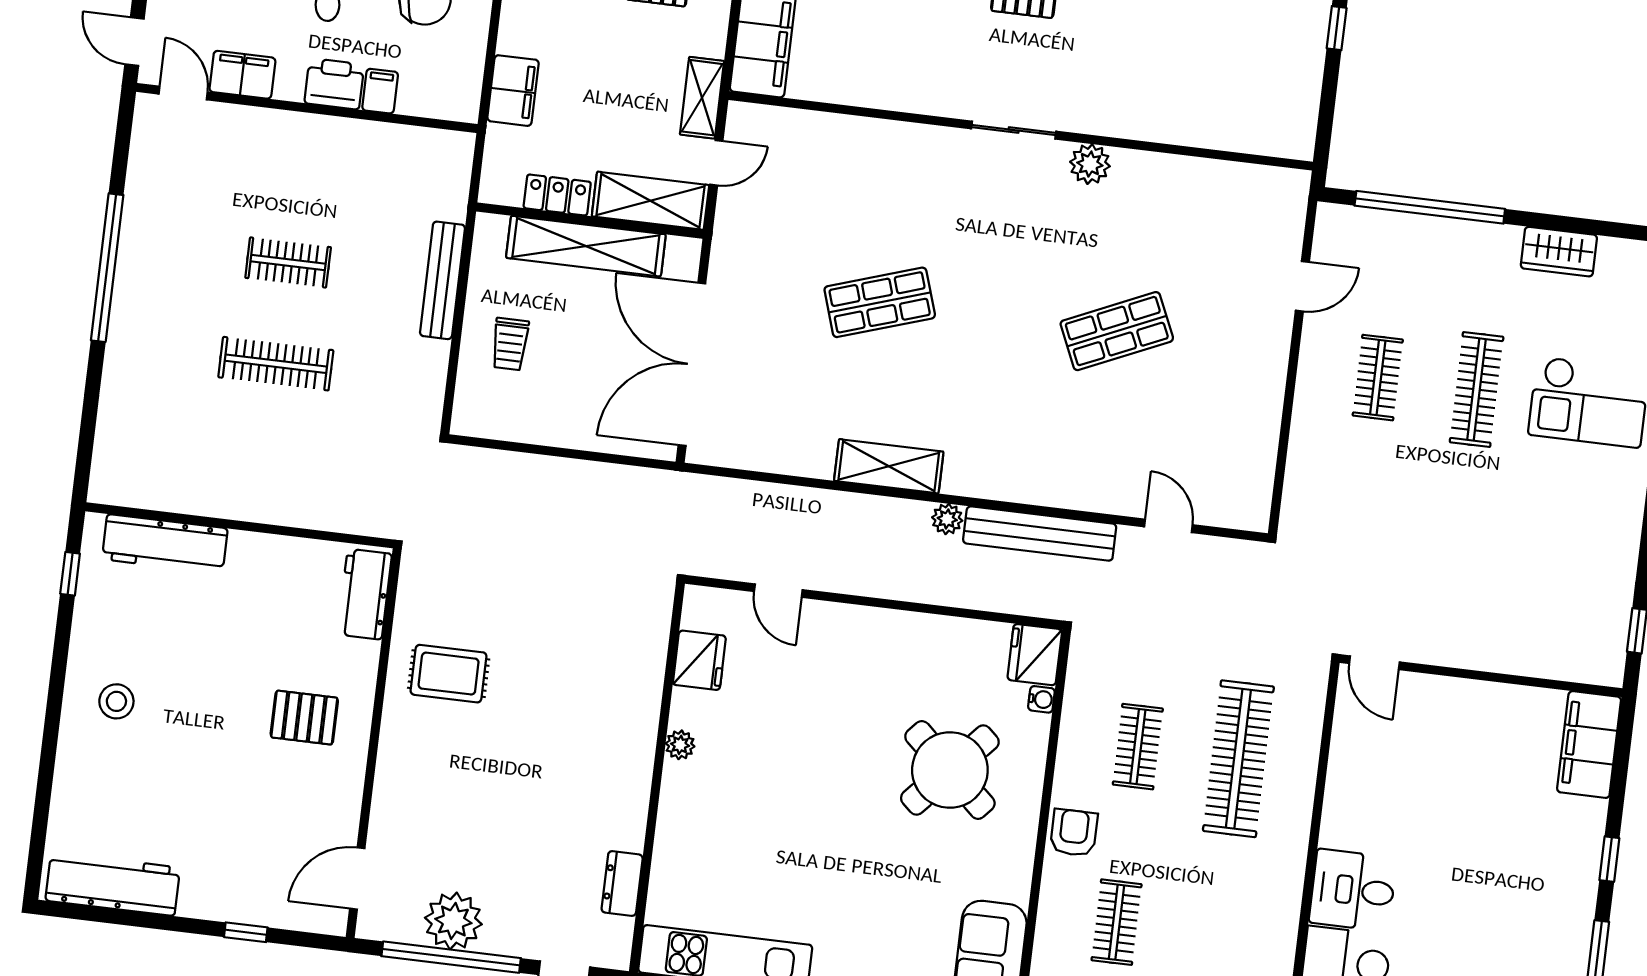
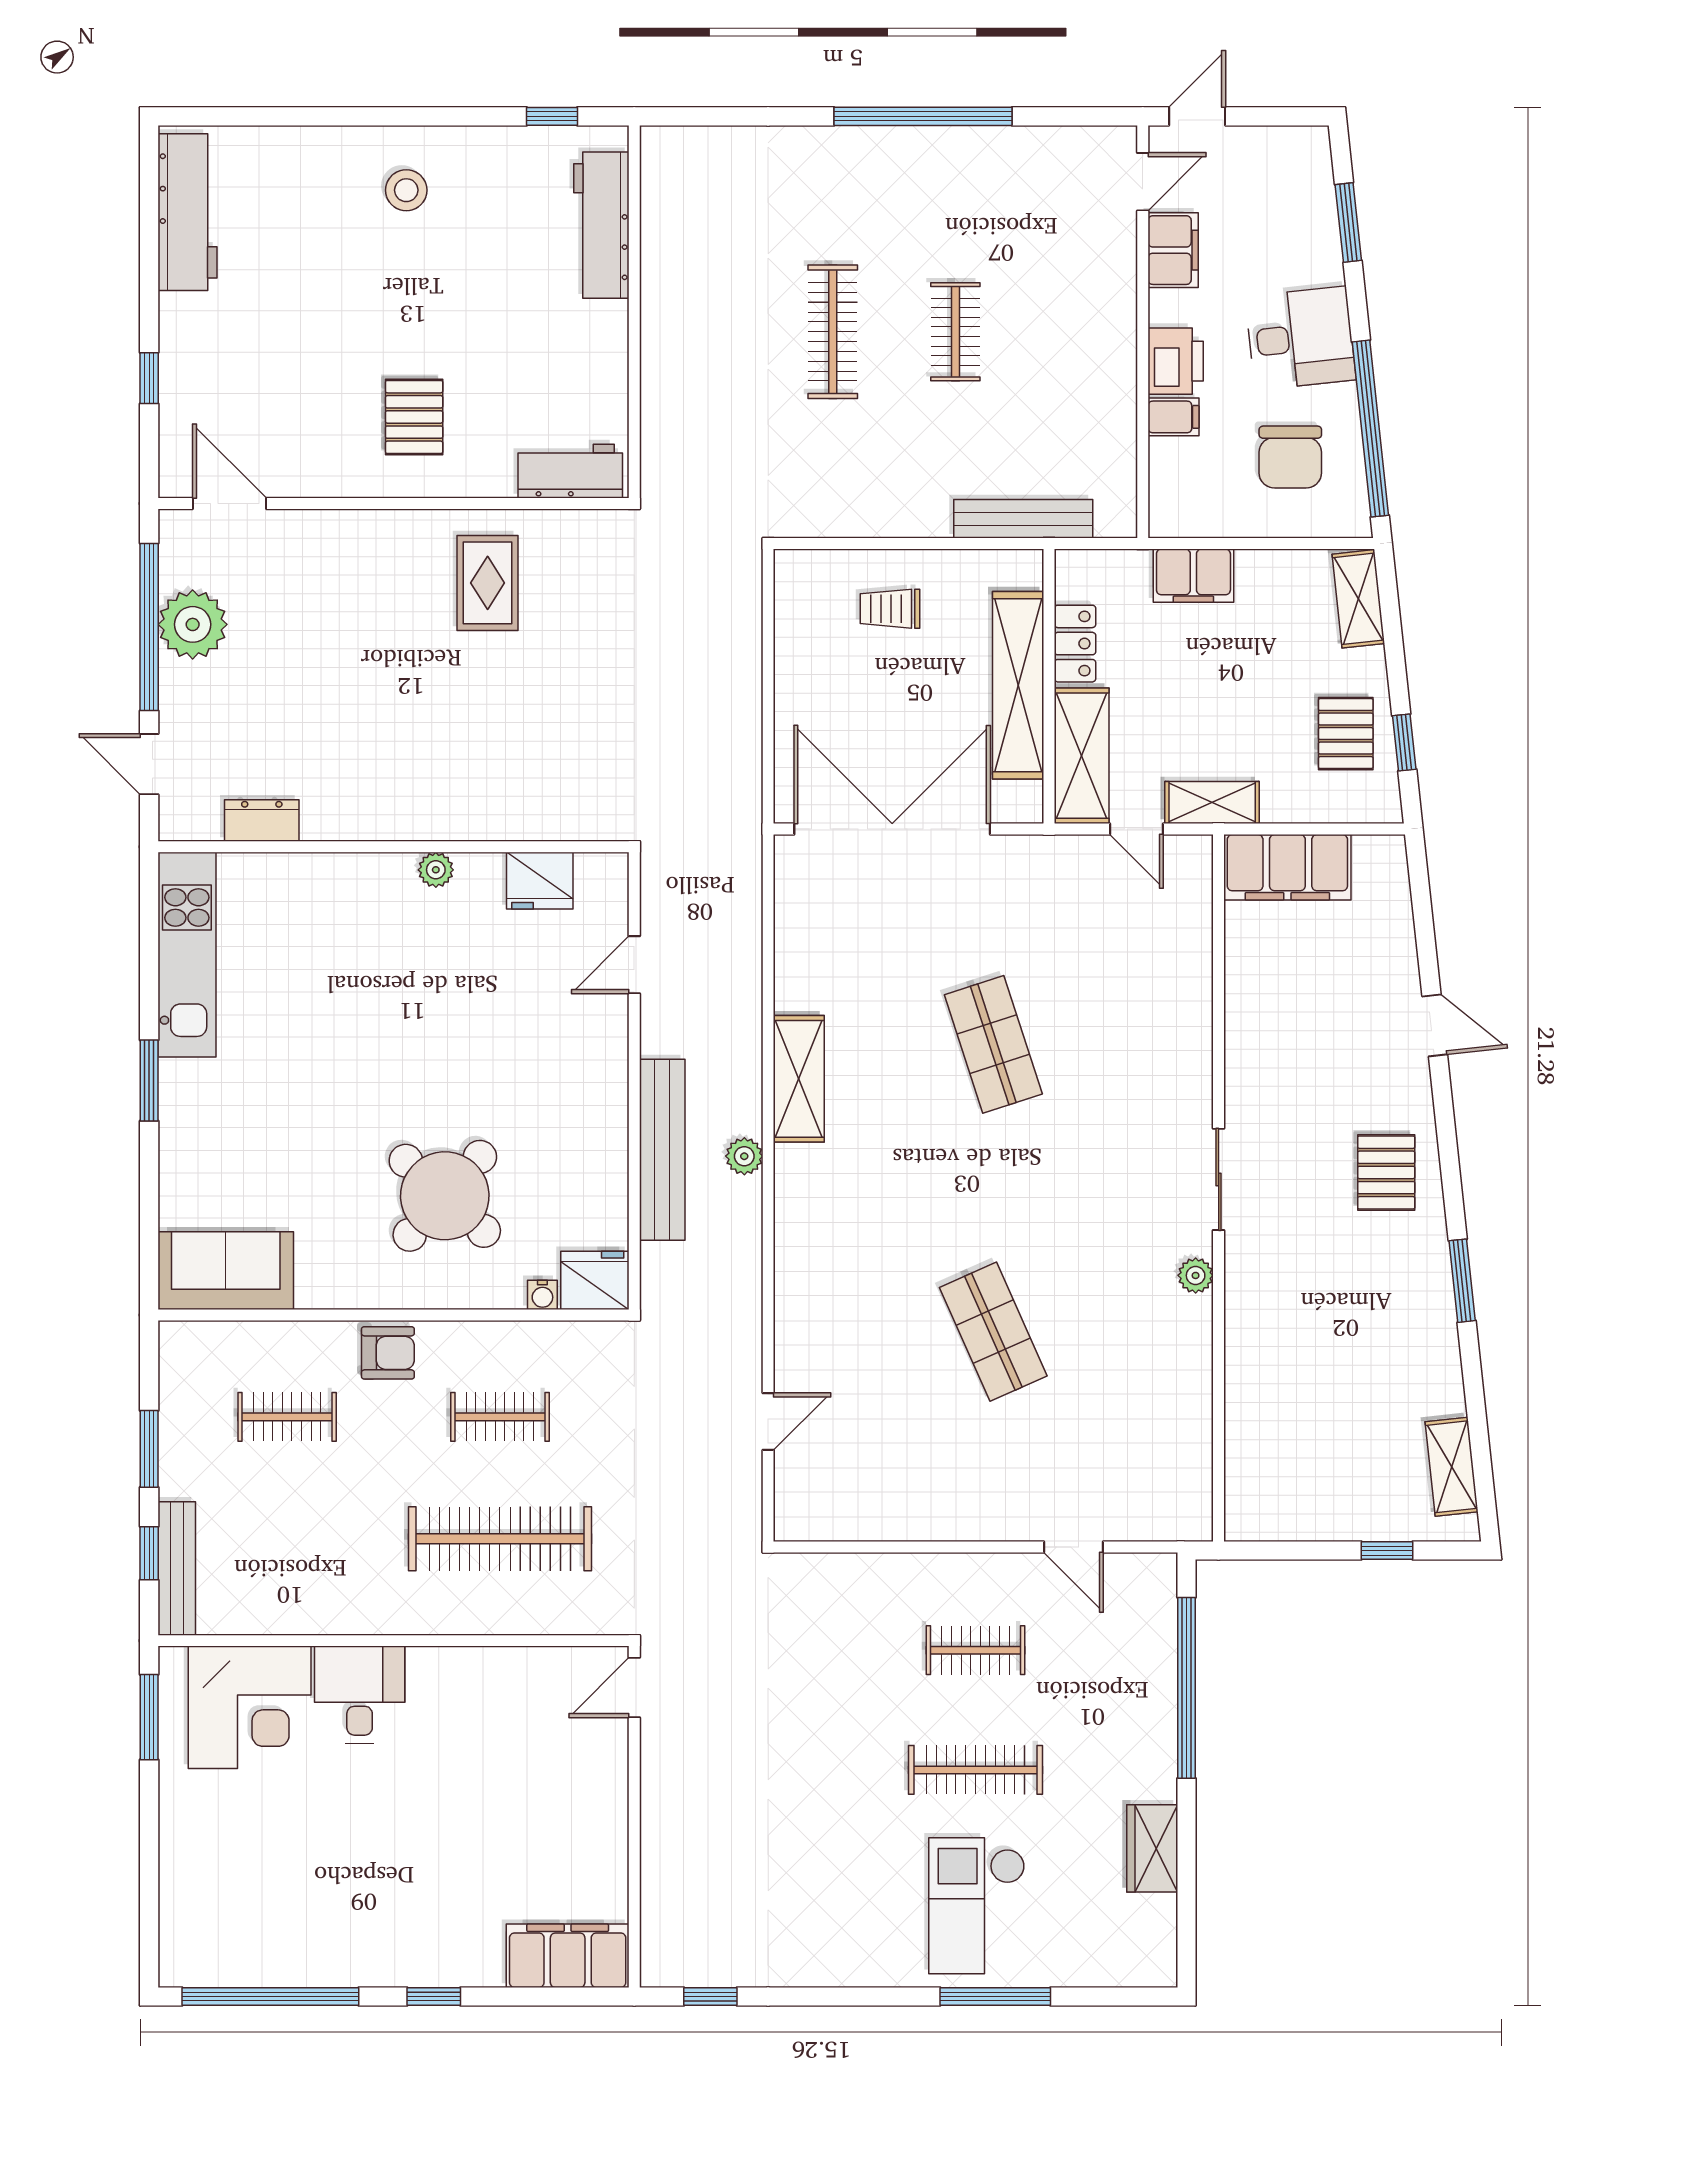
plant: (1090, 164) -> (1196, 1275), width x0.73, depth x0.73
bench: (442, 280) -> (1023, 519), moved
bench: (1040, 534) -> (662, 1150), moved

